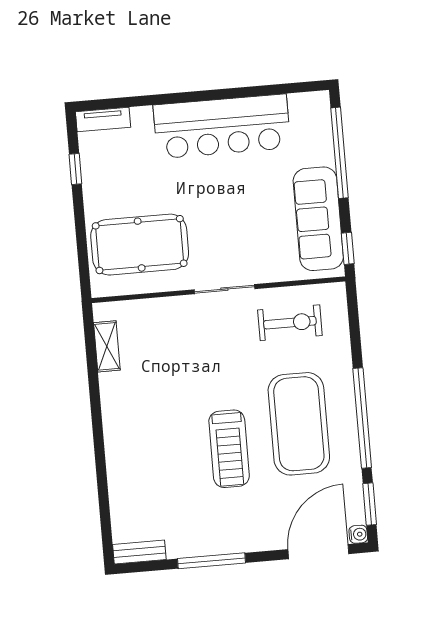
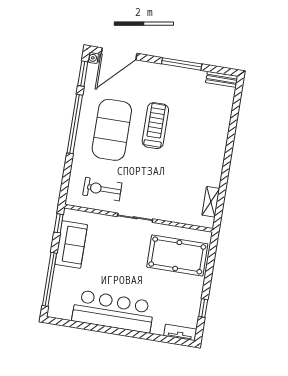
sofa: (318, 219) -> (71, 245), width x0.73

